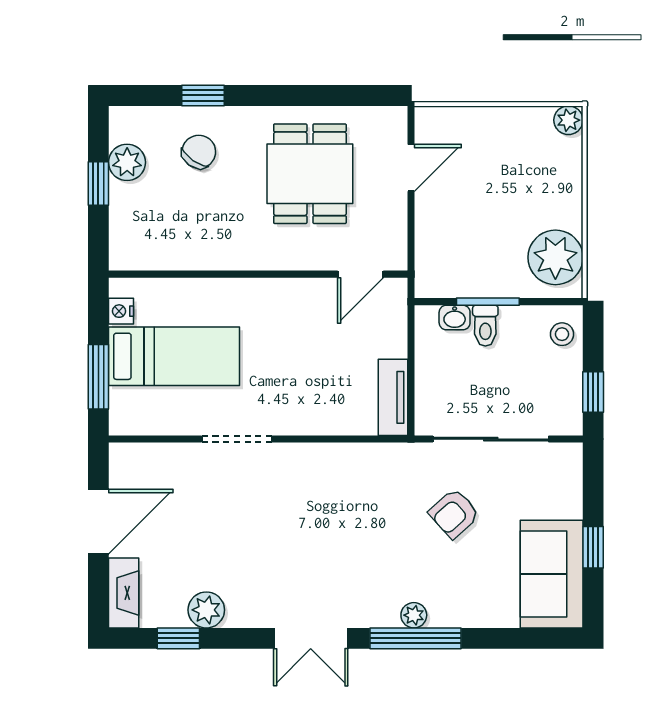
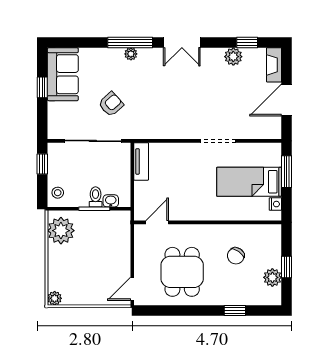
chair: (199, 152) -> (236, 256), moved
door: (411, 168) -> (132, 289), moved
double door: (311, 638) -> (182, 43), swing flipped

